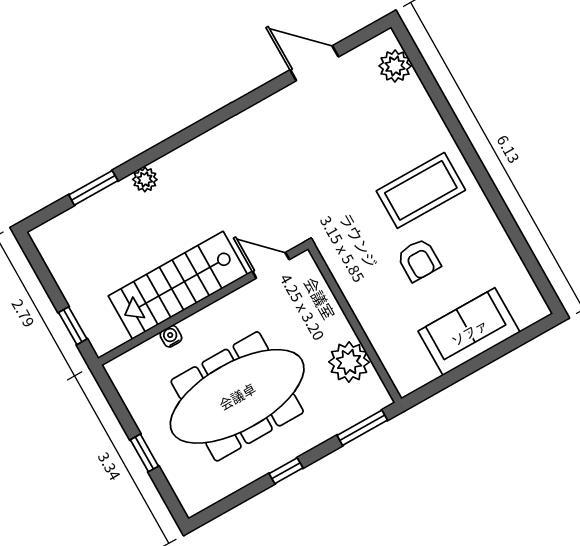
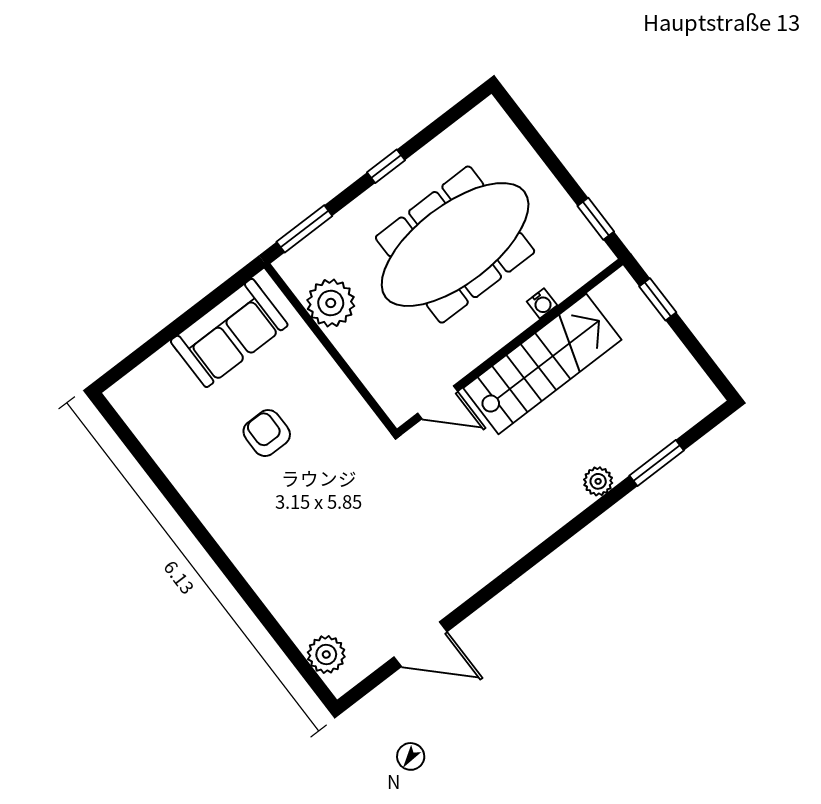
coffee table: (421, 190) -> (276, 514), removed
sofa: (469, 332) -> (229, 333), moved
window: (144, 453) -> (596, 219), moved

